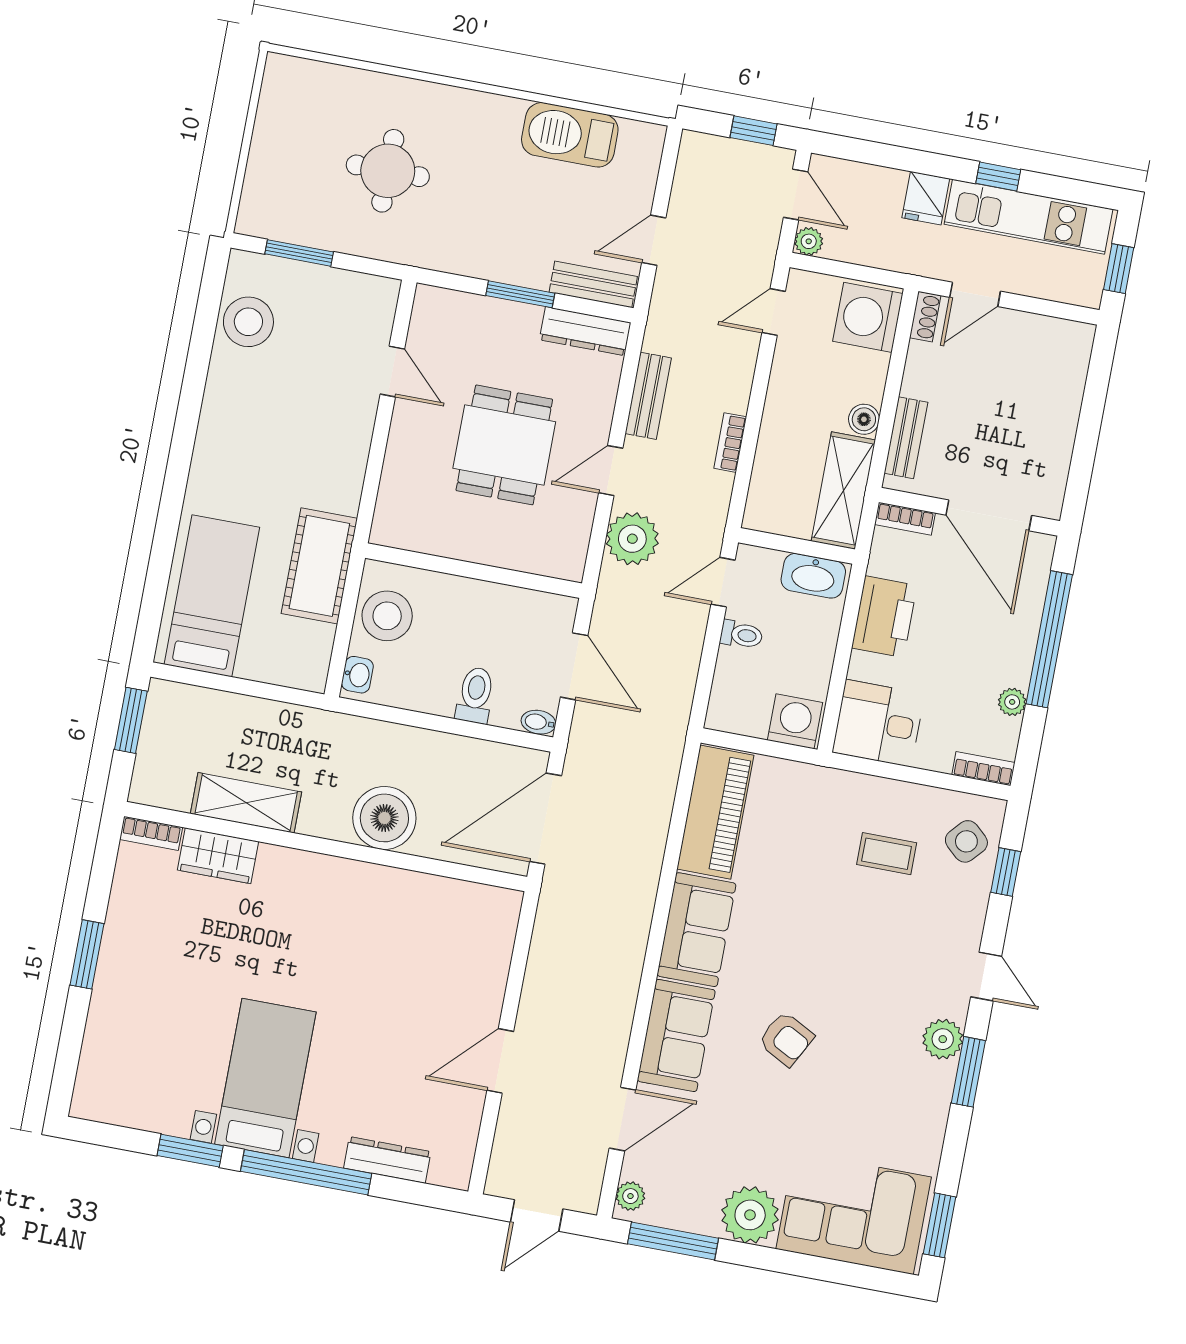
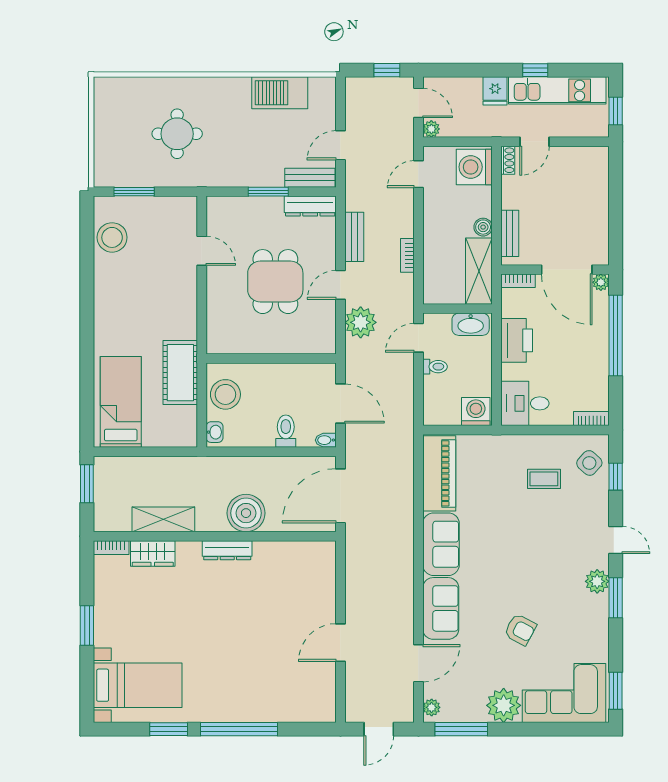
plant: (1012, 702) -> (601, 282), moved
armchair: (786, 1039) -> (520, 630), moved
bed with nightstands: (265, 1078) -> (138, 685), moved, turned 90
dresser: (387, 1160) -> (227, 550), moved, turned 180

